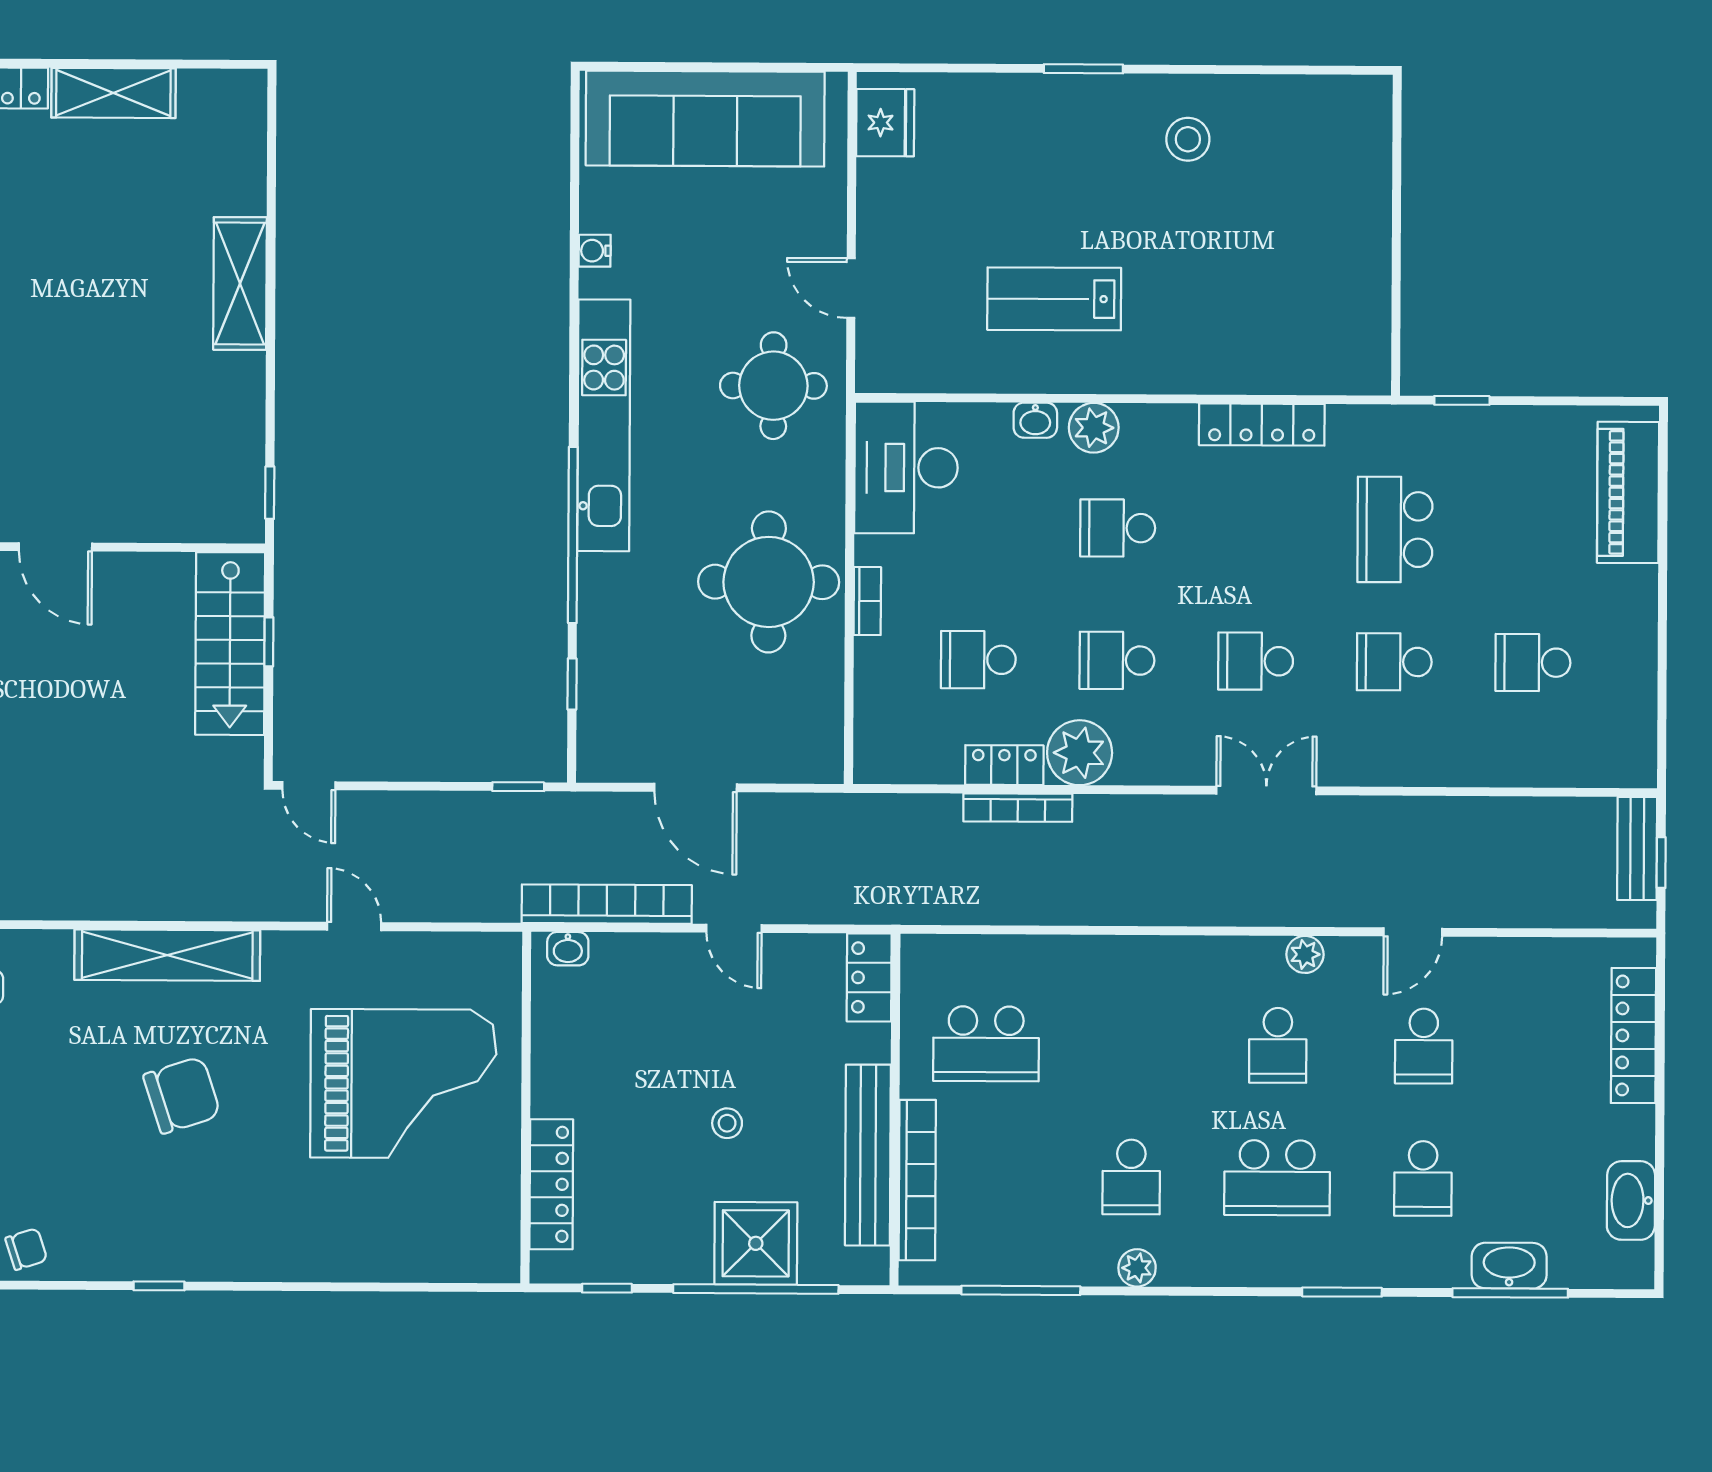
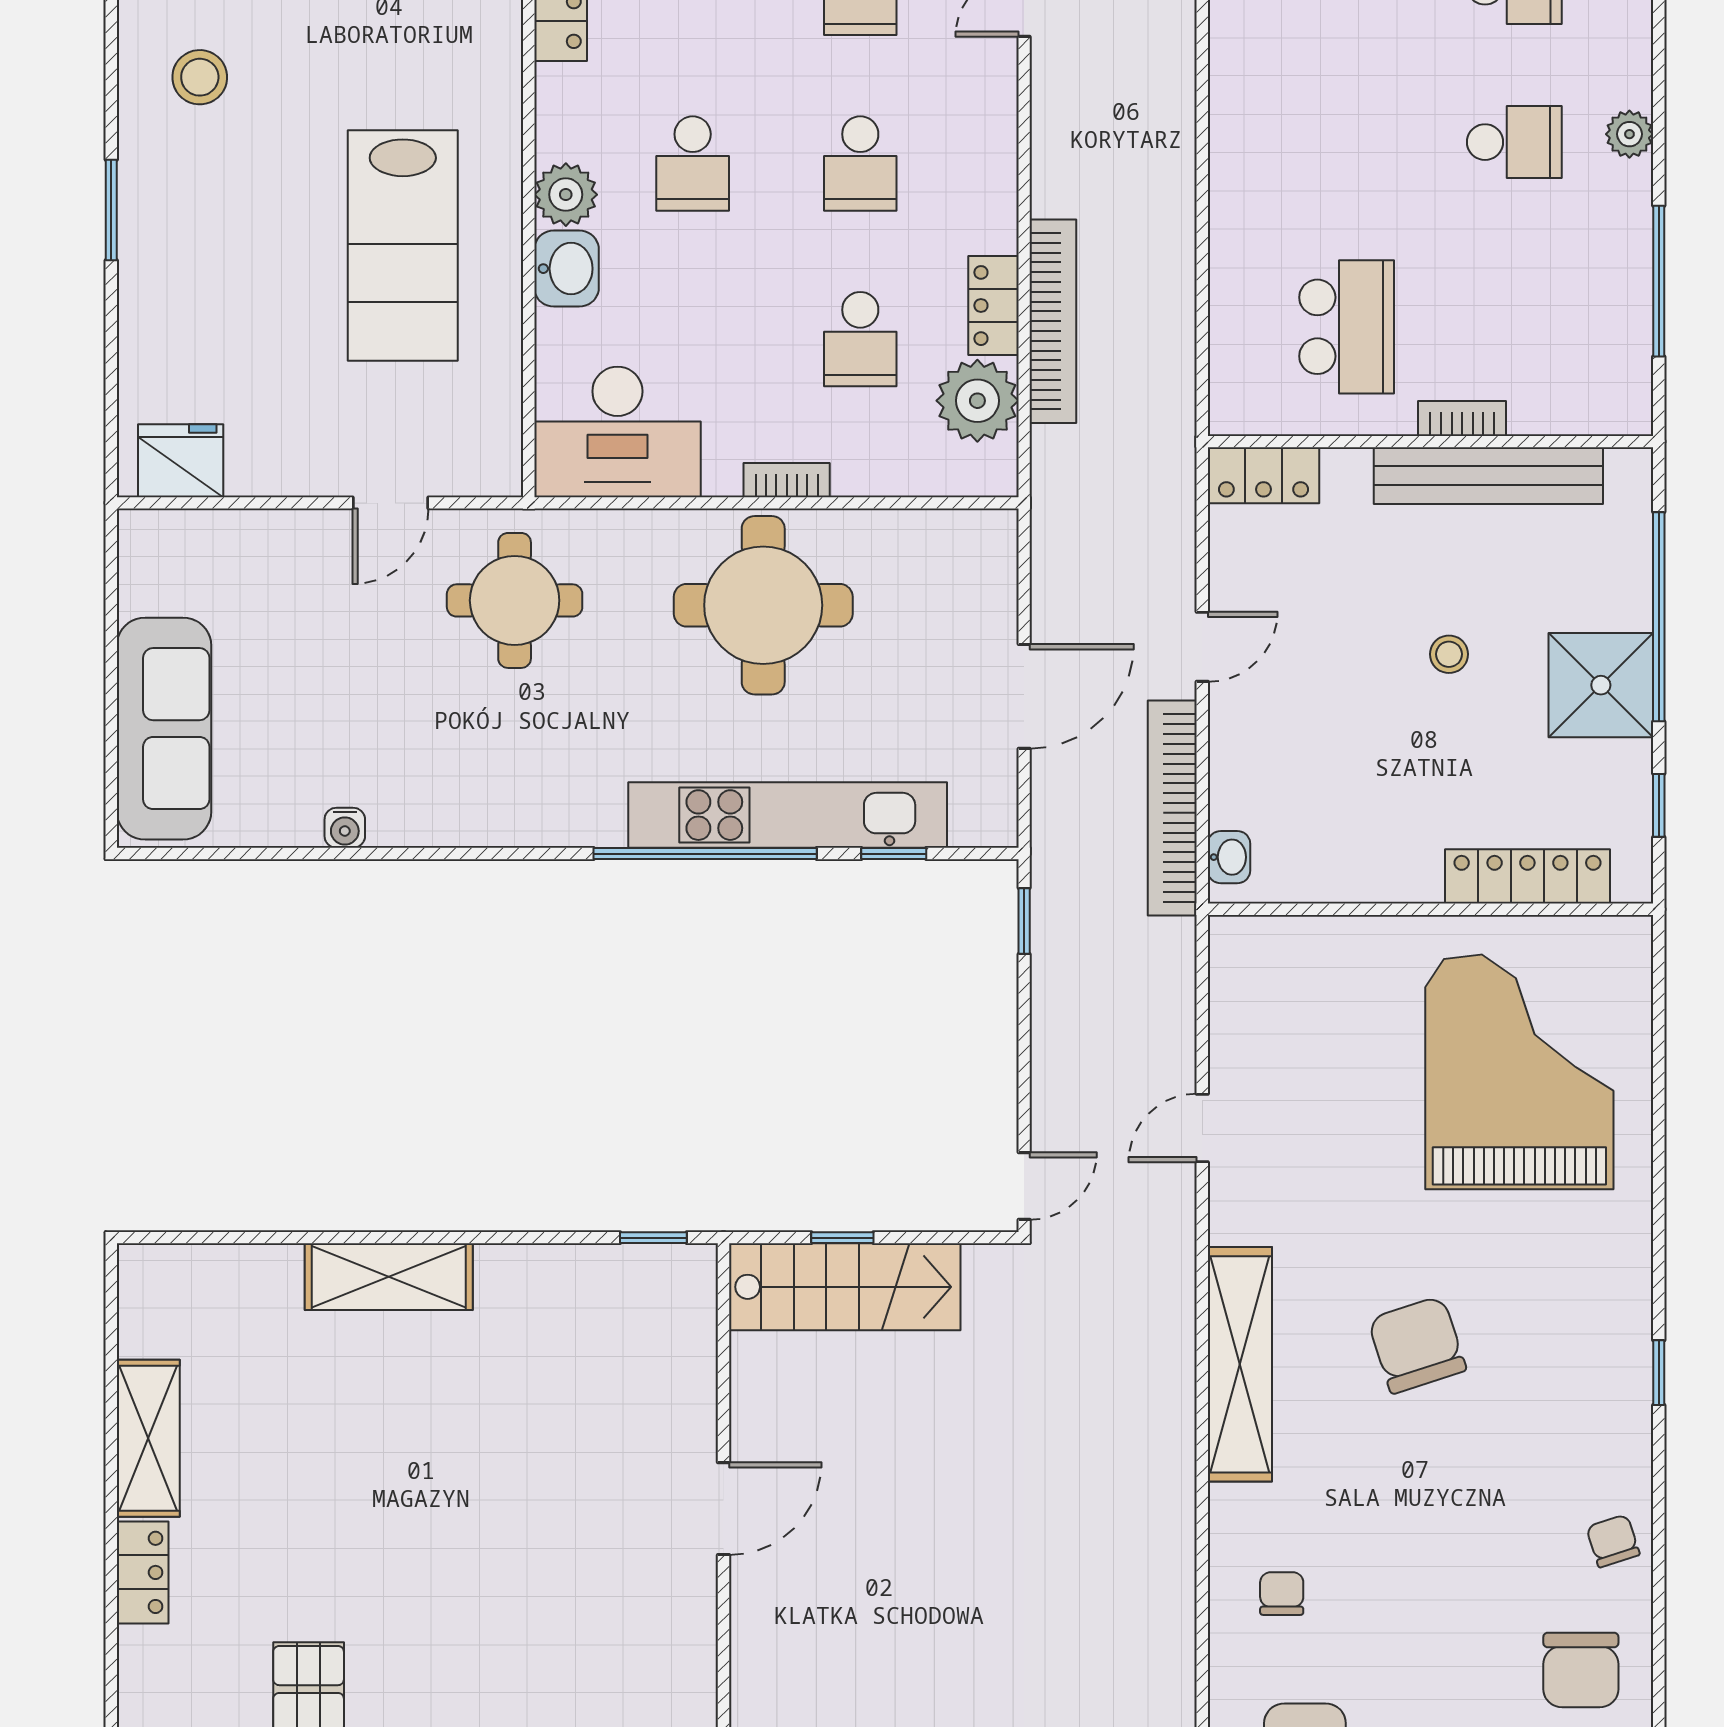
sofa: (705, 119) -> (164, 729), width x0.74, depth x0.79
lab bench: (1054, 299) -> (403, 245), width x1.36, depth x1.39
washbasin: (1035, 420) -> (567, 269), width x1.38, depth x1.45
kitchen unit: (604, 425) -> (788, 815), moved
plant: (1080, 753) -> (977, 401), moved
bookcase: (1018, 808) -> (1053, 321), width x1.48, depth x1.31
grand piano: (403, 1084) -> (1519, 1072), moved
bookcase: (917, 1180) -> (1462, 418), width x0.43, depth x0.76
shower: (756, 1243) -> (1601, 685), moved

